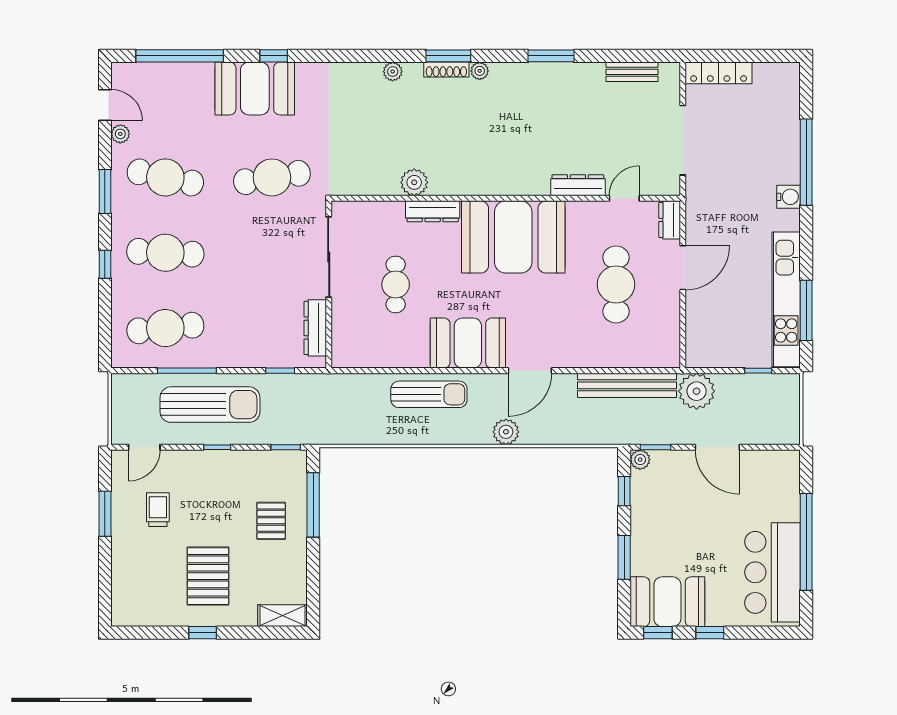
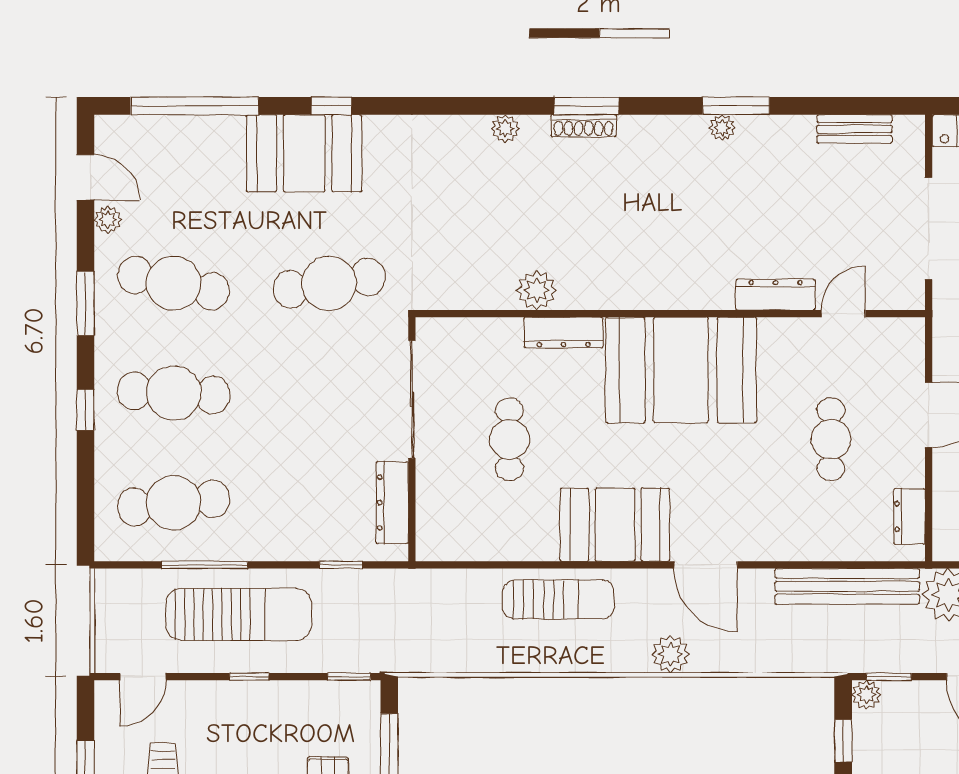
plant: (480, 71) -> (722, 128), moved
dresser: (670, 220) -> (909, 517), moved
cafe table: (616, 284) -> (831, 439), width x0.73, depth x0.74
door: (530, 371) -> (706, 565), hinge flipped

